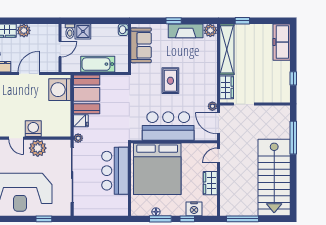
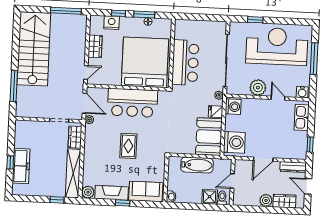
freezer: (282, 42) -> (21, 166), moved
sofa: (141, 45) -> (146, 191), moved, turned 90
window: (293, 78) -> (10, 163), moved
washing machine: (33, 129) -> (233, 107), moved, turned -90

